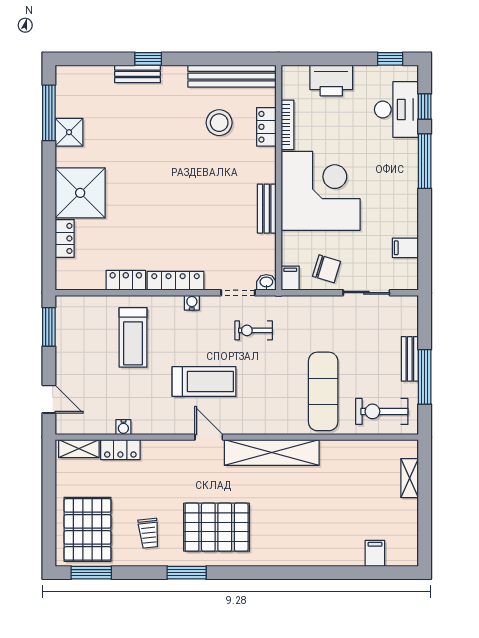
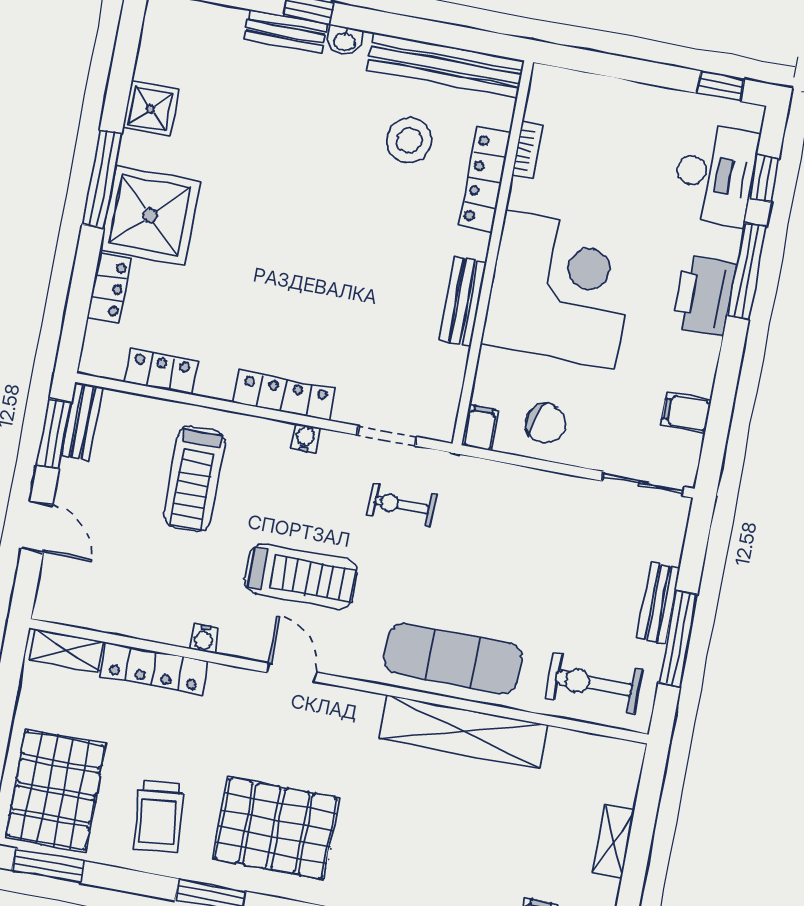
printer: (331, 80) -> (704, 296), moved, turned 90
window: (49, 113) -> (102, 179), moved
bookcase: (287, 125) -> (528, 151), width x0.64
locker: (266, 127) -> (485, 180), width x1.53
locker: (126, 280) -> (161, 372), moved
washbasin: (266, 282) -> (344, 41), moved, turned 180
sliding door: (366, 293) -> (643, 484), moved
bench: (63, 317) -> (82, 421), added
exercise mat: (323, 391) -> (453, 658), moved, turned 90
door: (49, 399) -> (37, 527), moved
water cooler: (123, 427) -> (204, 638), moved
locker: (120, 450) -> (154, 669), width x1.53
shelving: (272, 453) -> (463, 732), moved
shelving: (410, 478) -> (613, 841), moved
trolley: (149, 533) -> (158, 817), width x1.36, depth x1.39

